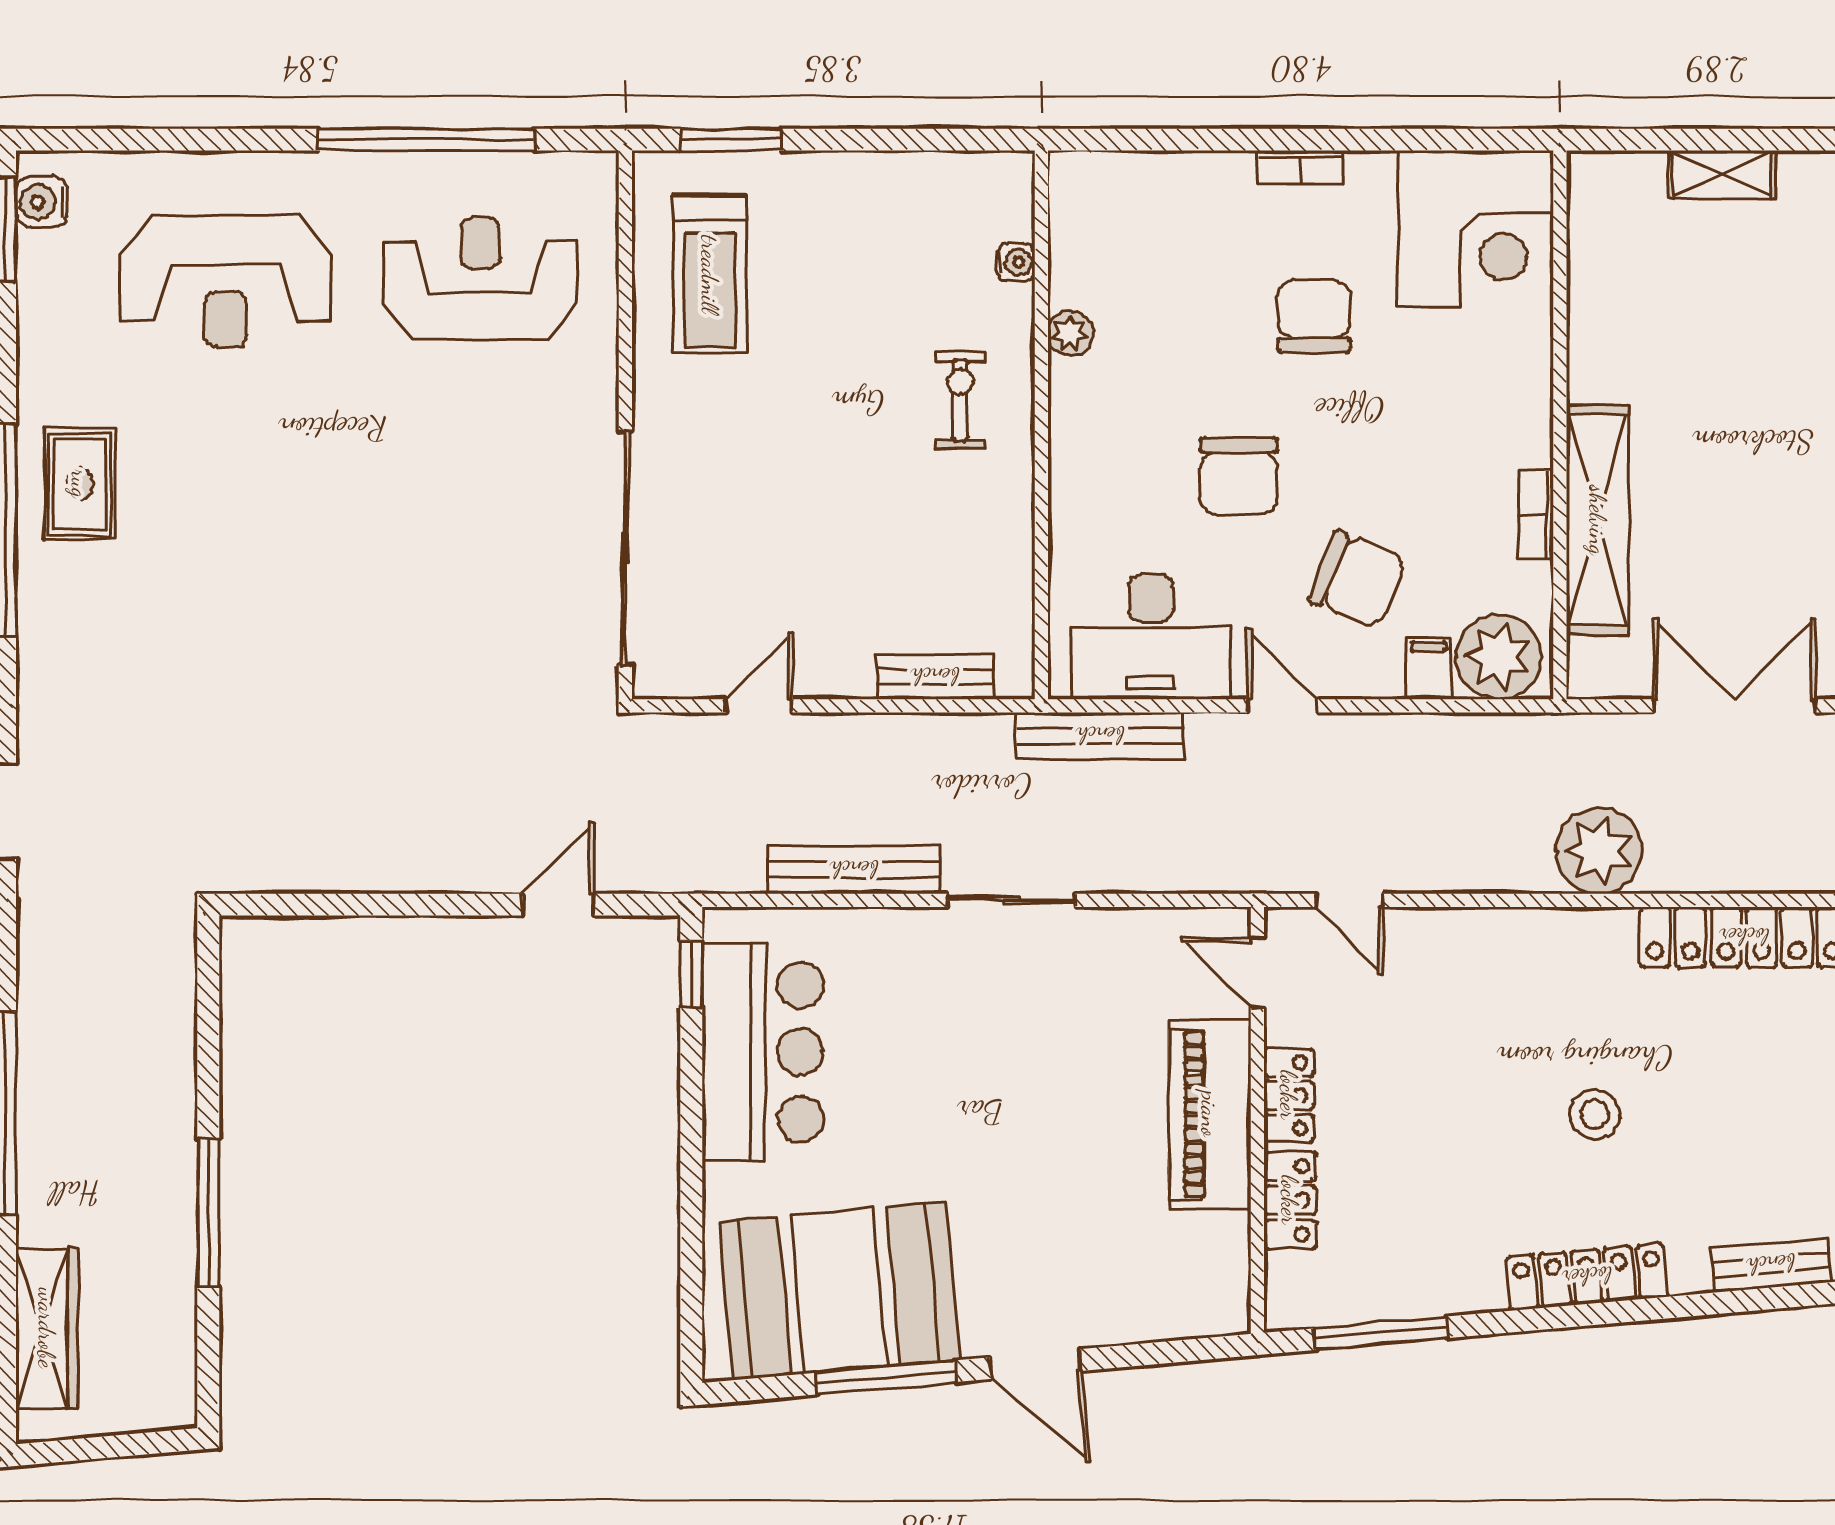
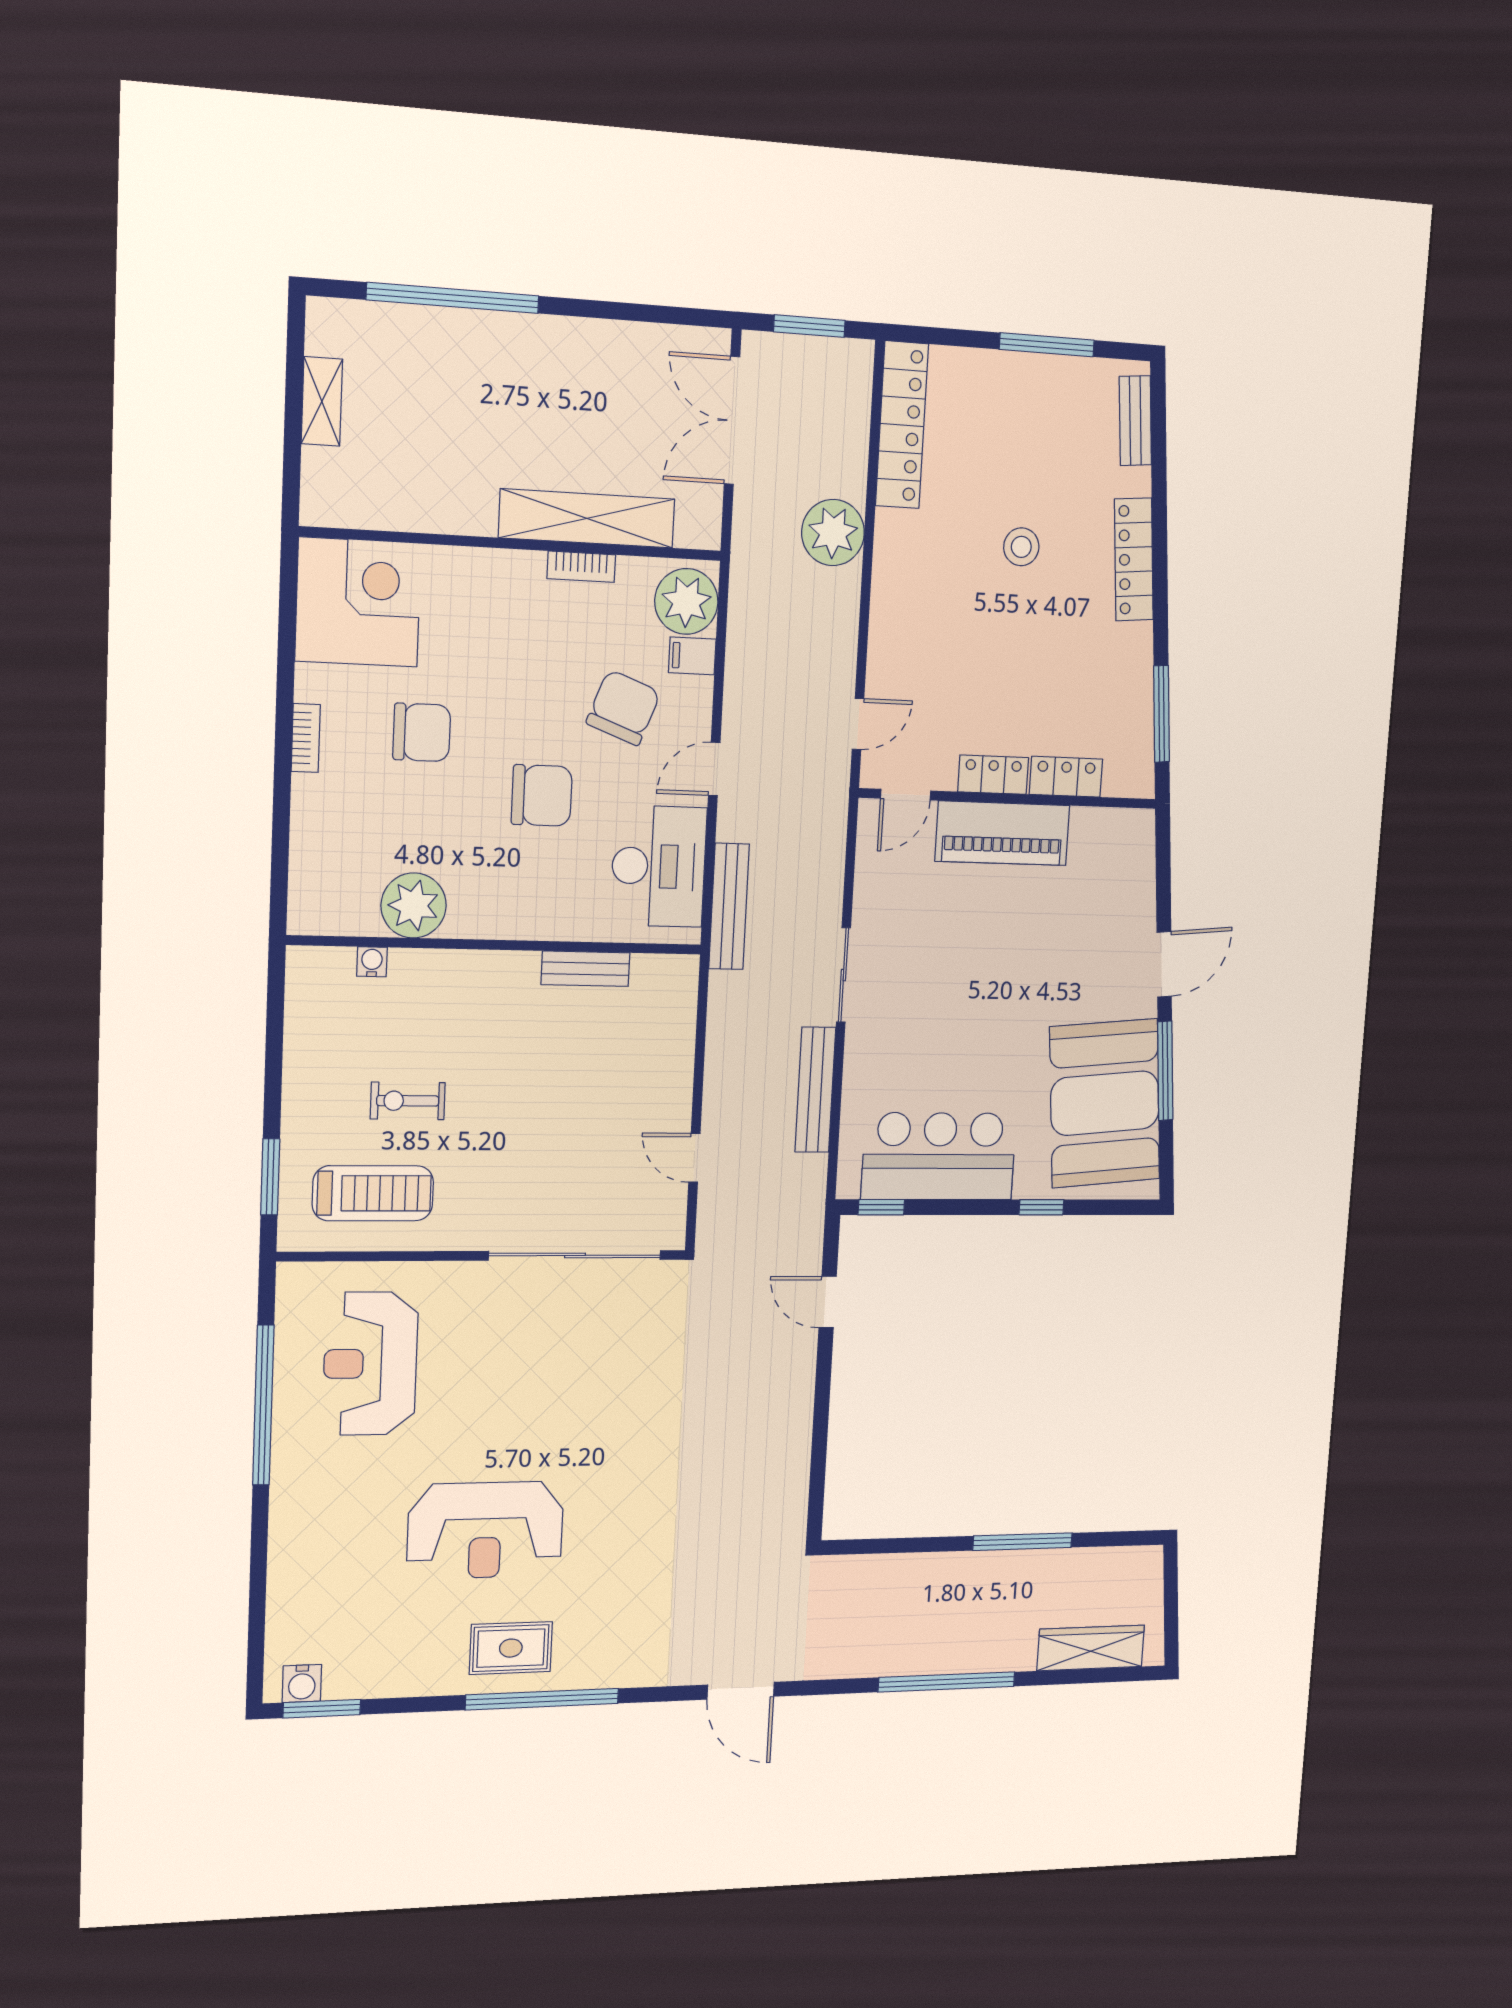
reception desk: (226, 281) -> (485, 1530), moved, turned 90
chair: (1314, 316) -> (422, 732), turned 180
plant: (1070, 333) -> (414, 905), width x1.87, depth x1.87
exercise bike: (960, 400) -> (408, 1101), moved
bench: (935, 677) -> (585, 969), moved, turned 90
window: (691, 1207) -> (1041, 1207), added

